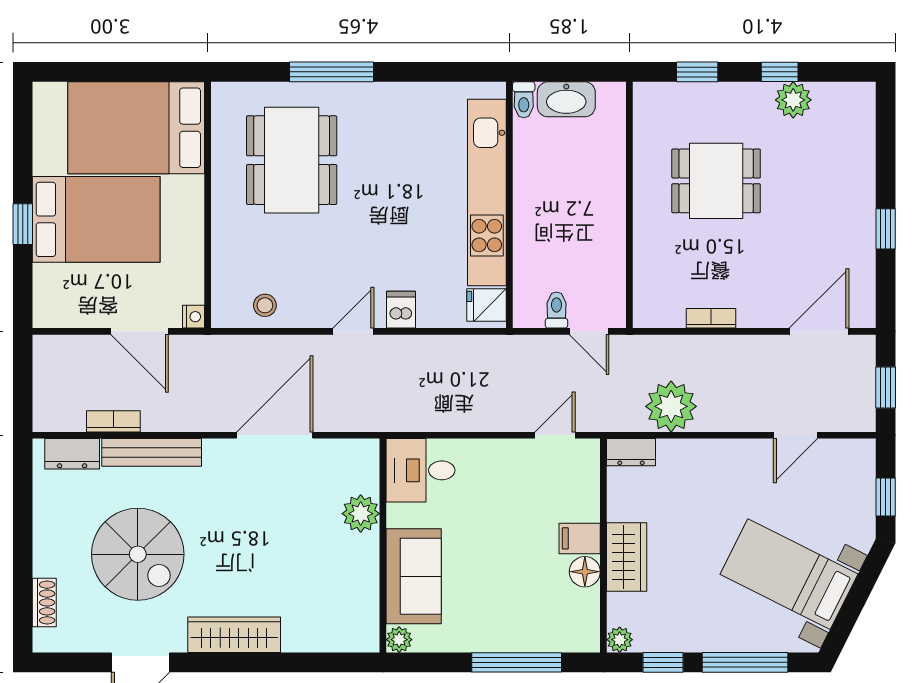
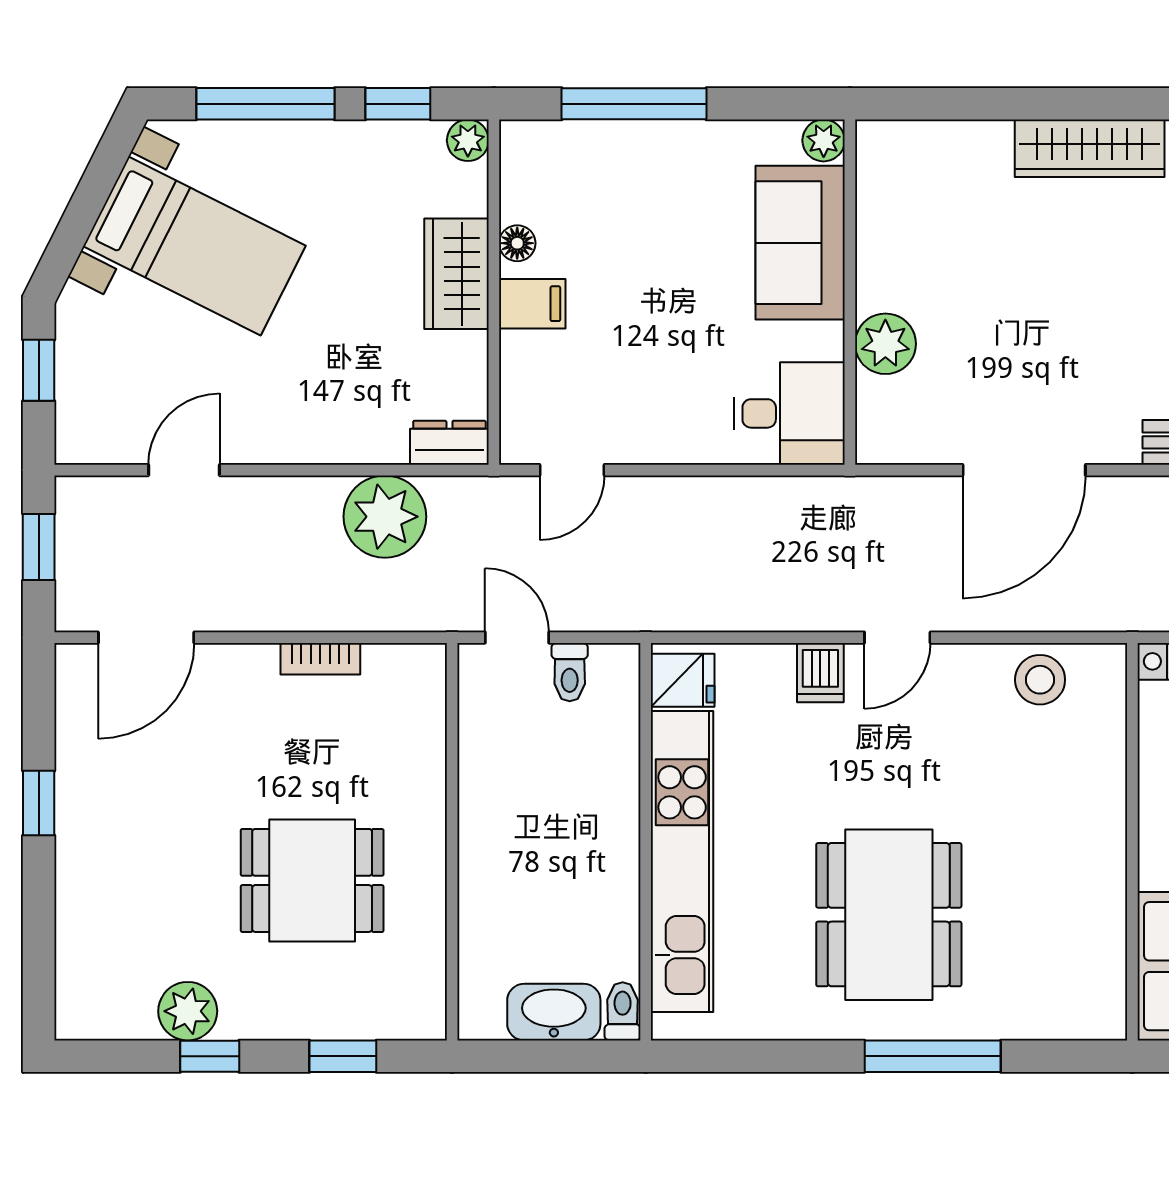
dining table: (292, 160) -> (889, 915), moved
stool: (265, 305) -> (1040, 680), width x1.37, depth x1.37
floor lamp: (585, 572) -> (517, 243), width x0.73, depth x0.73

